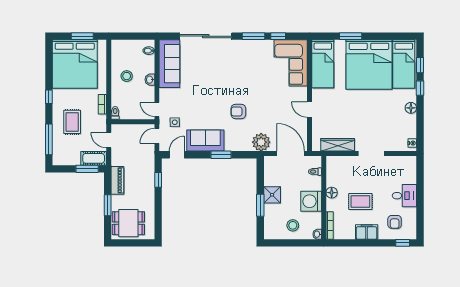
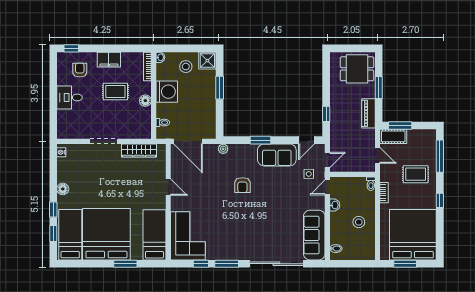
washbasin: (150, 80) -> (335, 205), moved
door: (157, 109) -> (327, 187), swing flipped
armchair: (238, 111) -> (242, 185), turned 90
rug: (72, 122) -> (416, 174), turned 90
plant: (261, 142) -> (223, 149), width x0.53, depth x0.53
shower: (272, 195) -> (207, 61), moved

